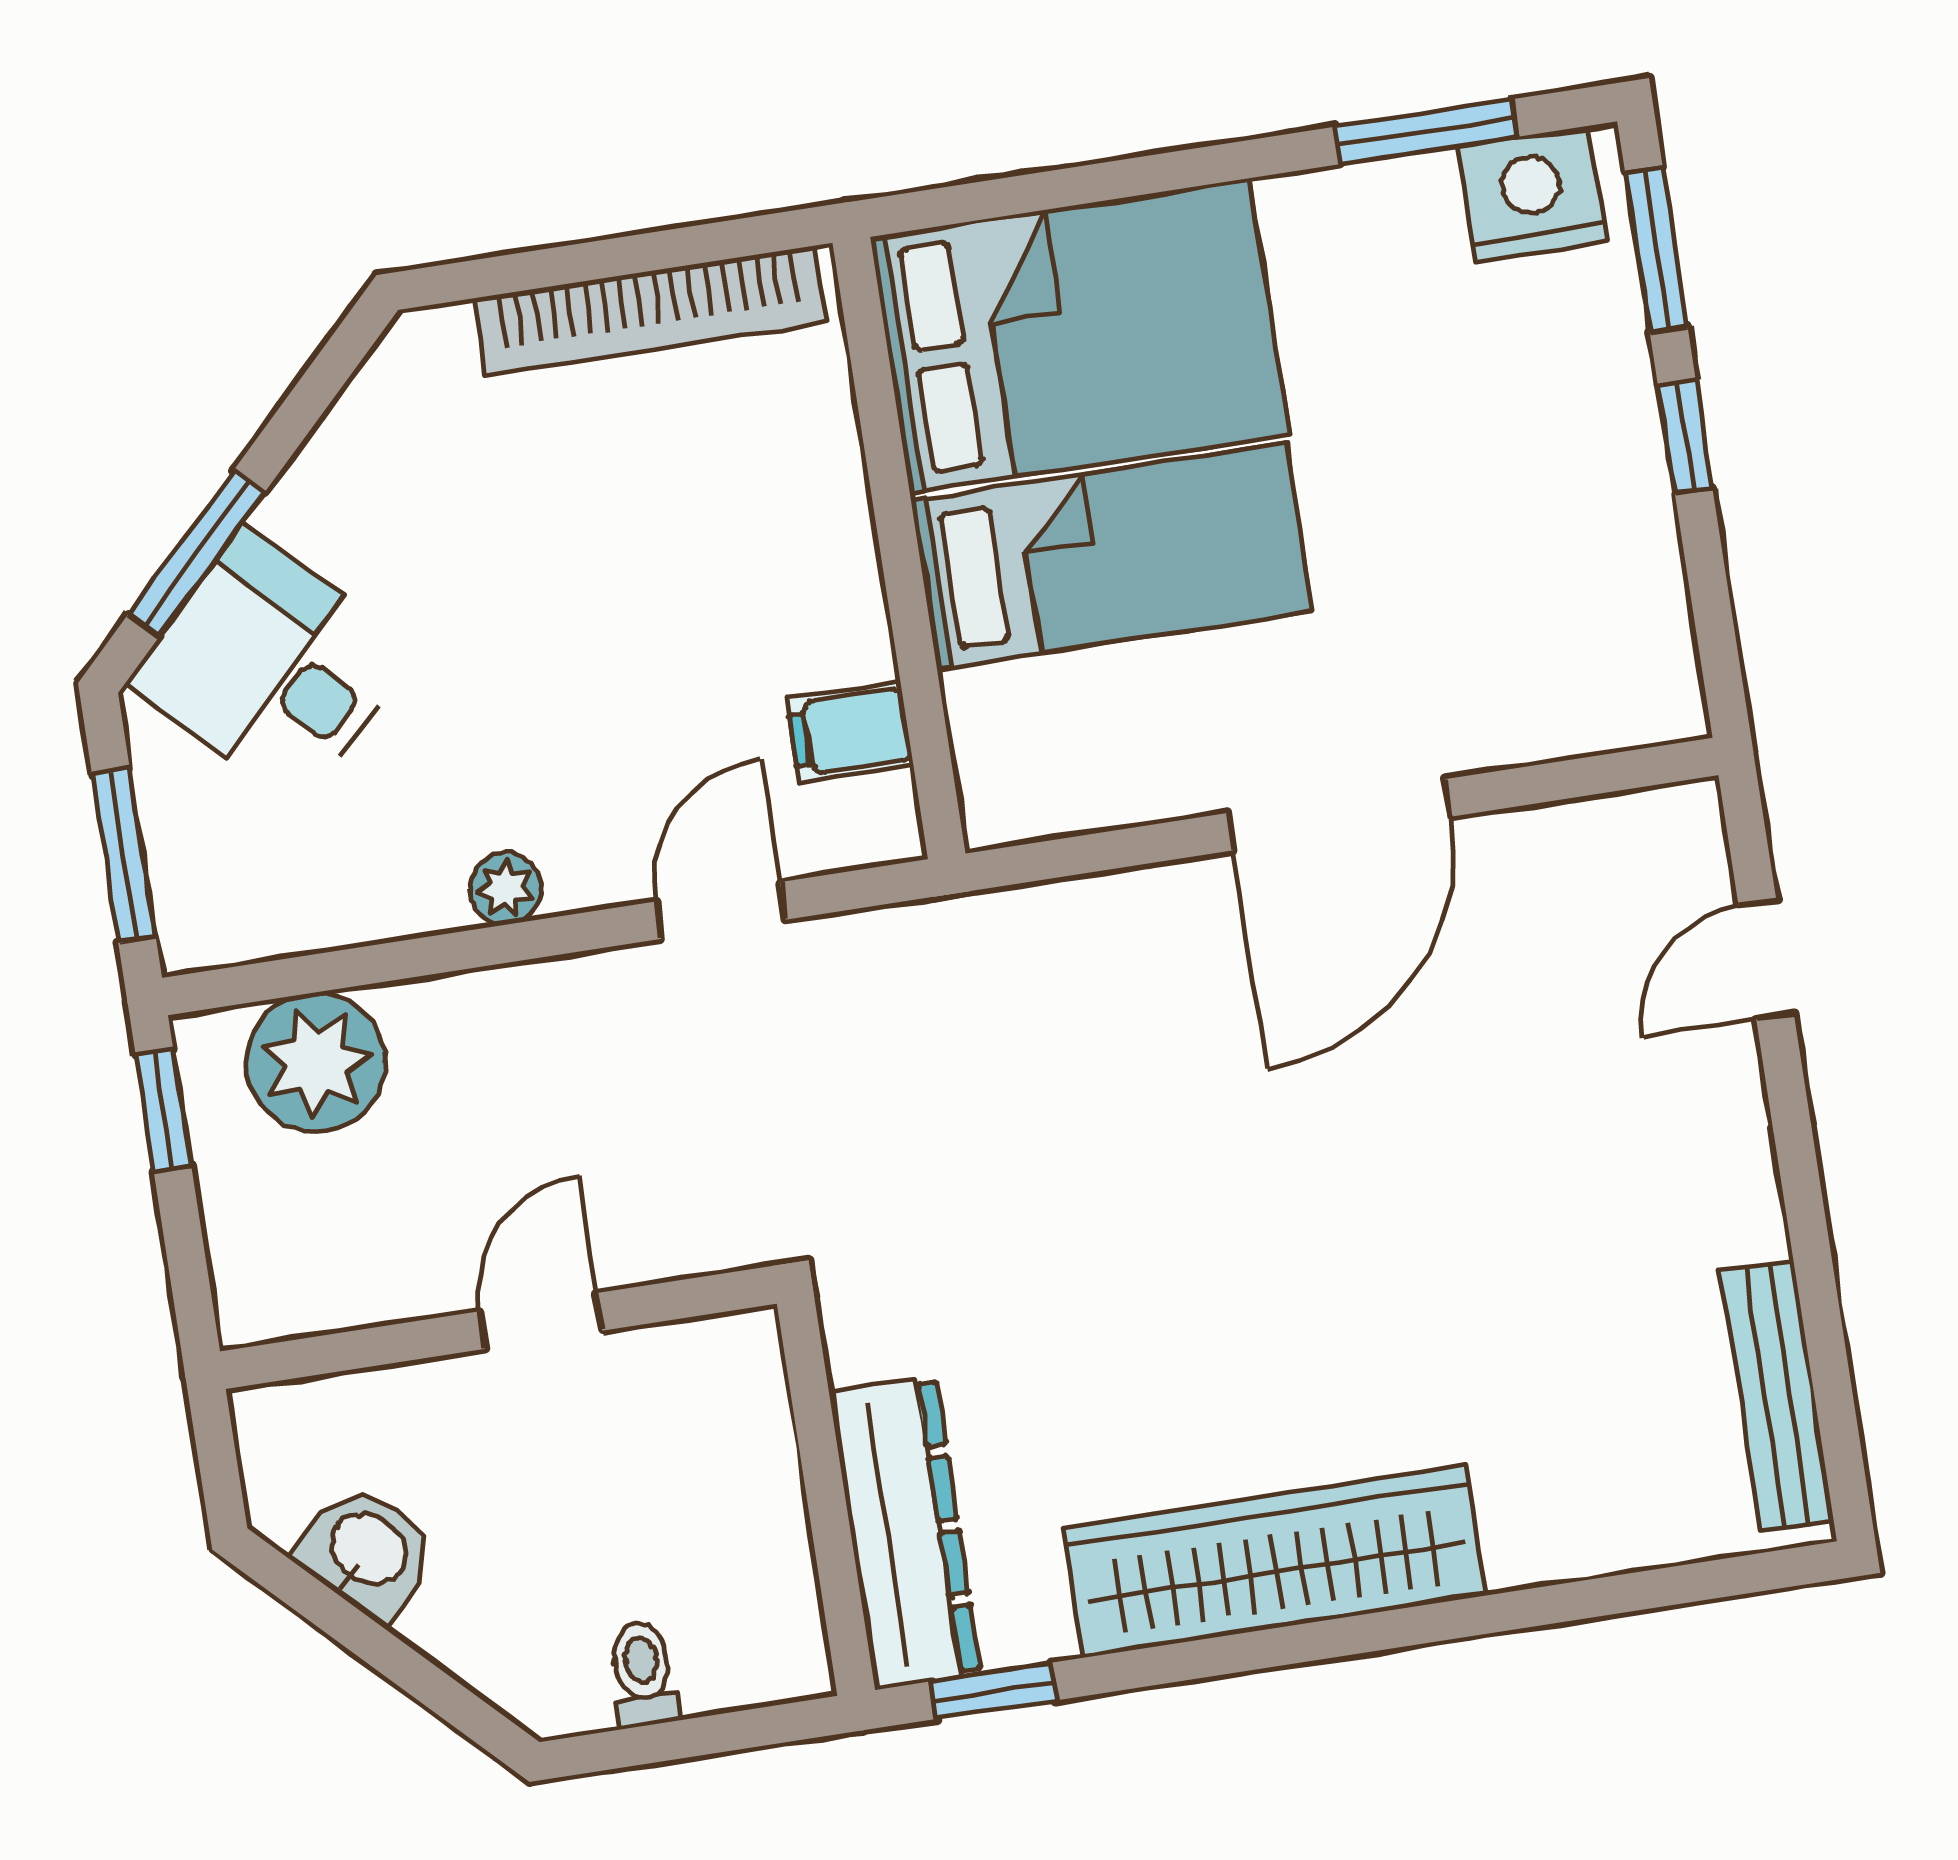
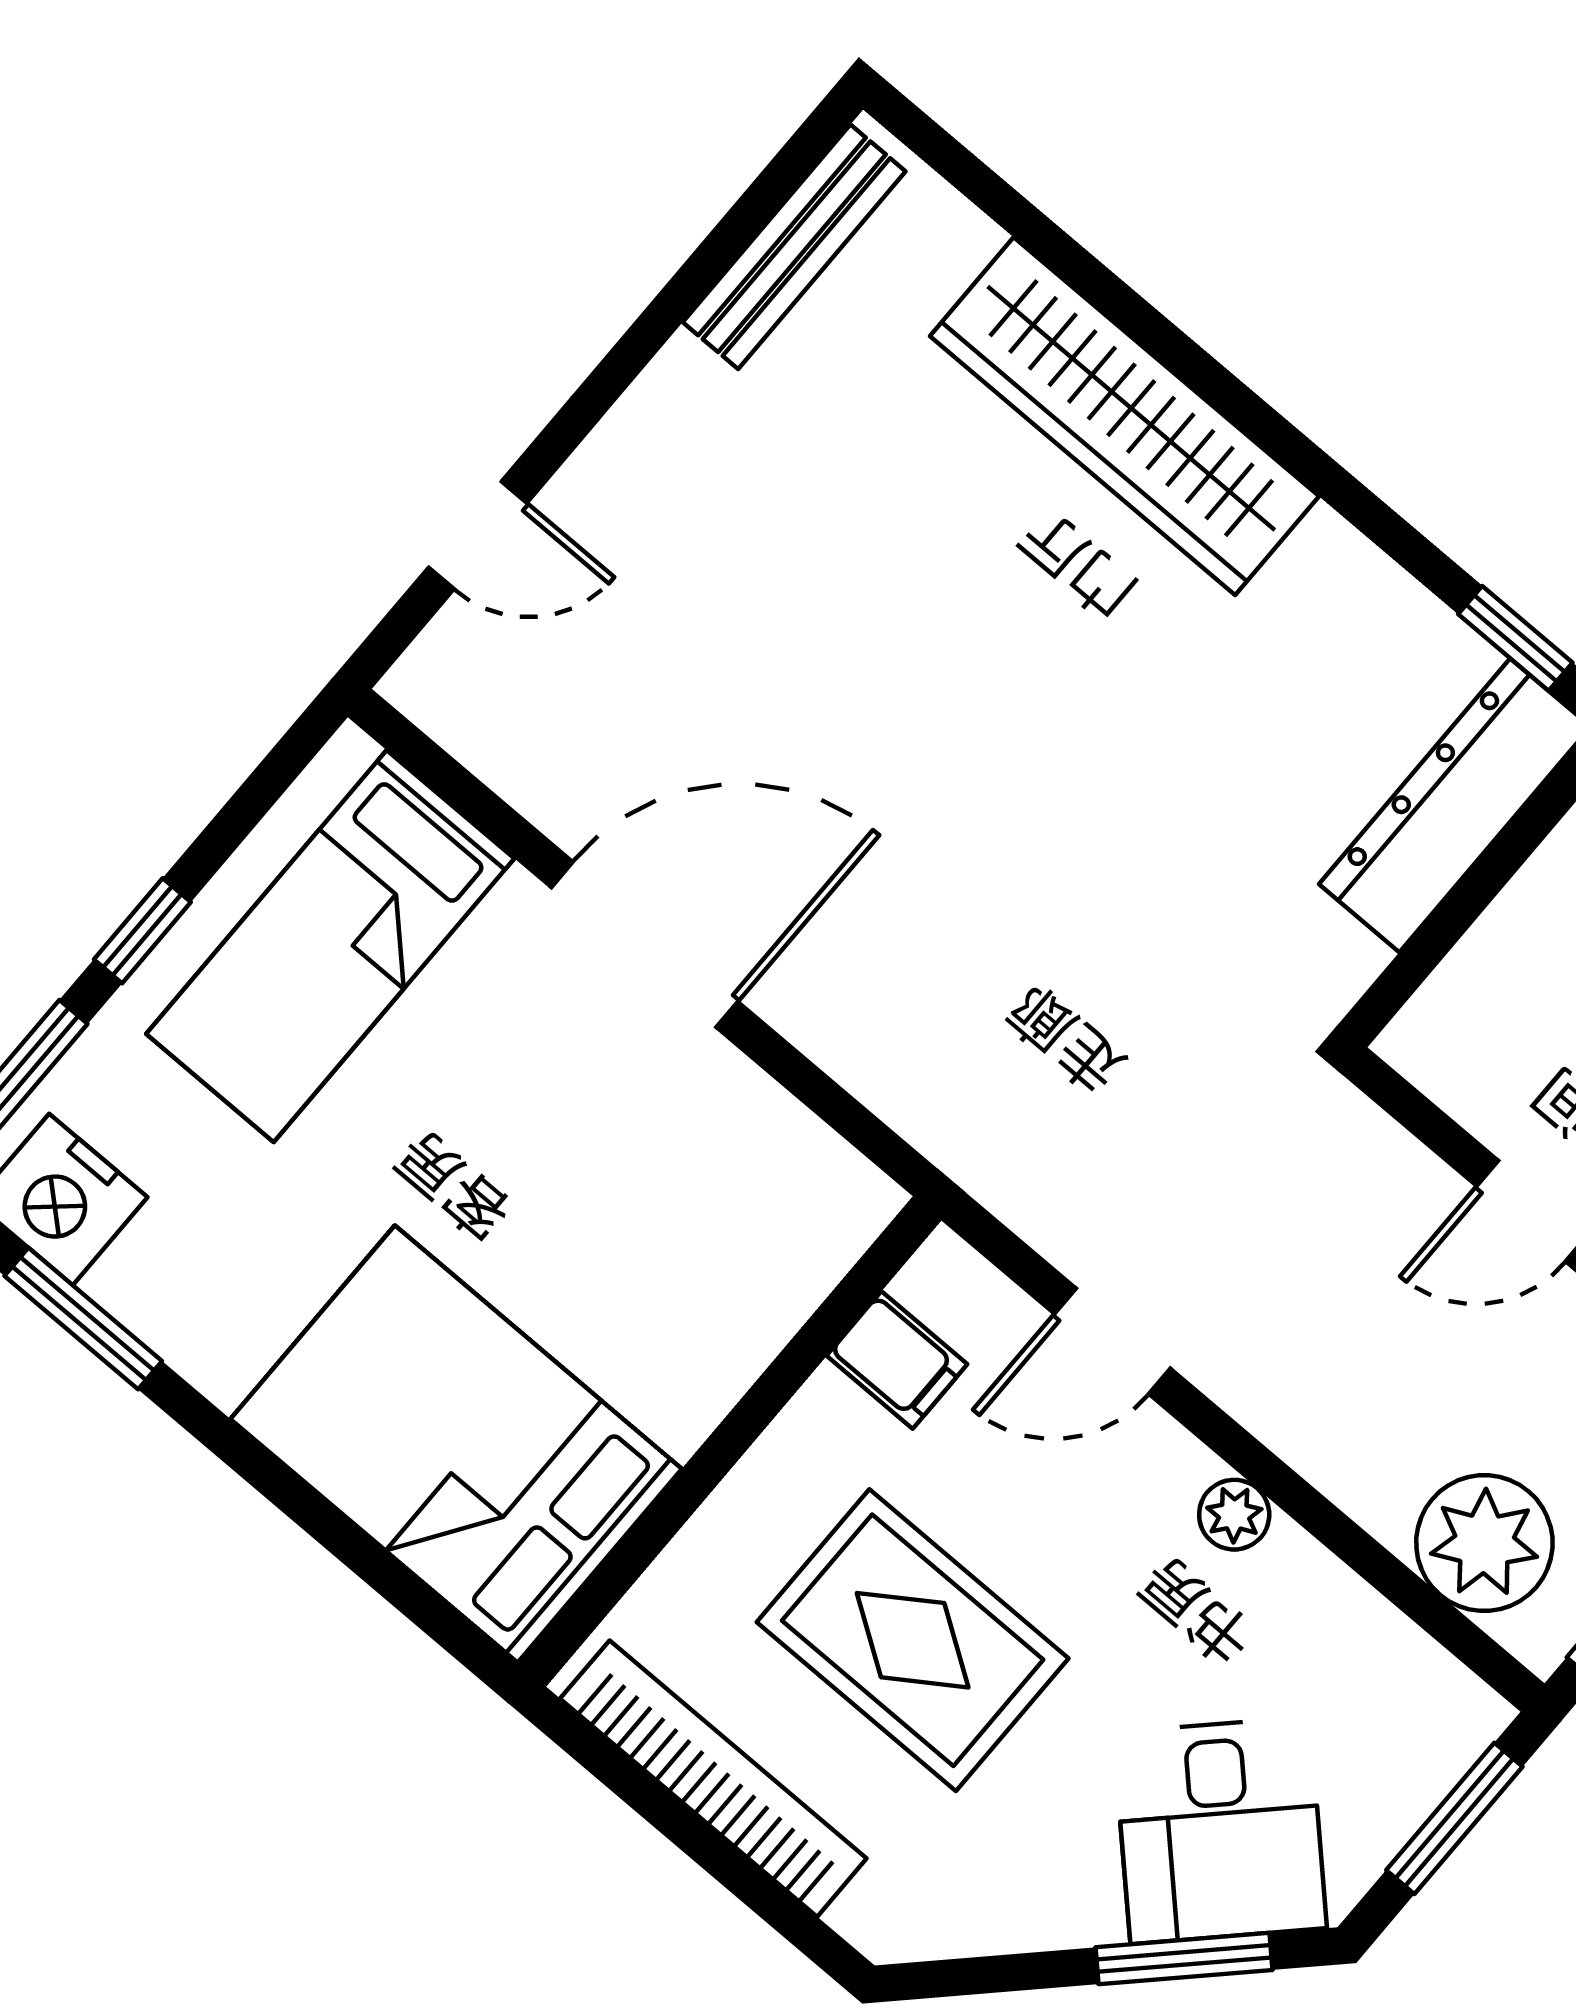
bed: (1111, 556) -> (330, 946), moved, turned -90
rug: (623, 557) -> (913, 1640), added
wardrobe: (1274, 1561) -> (1124, 416), moved

